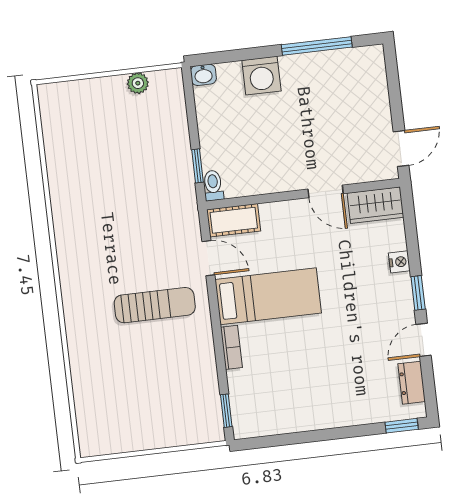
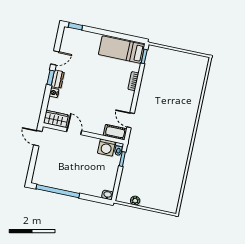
window: (317, 46) -> (58, 191), width x1.46
washing machine: (261, 76) -> (106, 148), moved, turned 180
door: (401, 149) -> (38, 138), hinge flipped
bed: (268, 296) -> (122, 50), moved
sun lounger: (155, 305) -> (159, 109), removed
dresser: (412, 383) -> (58, 79), moved

